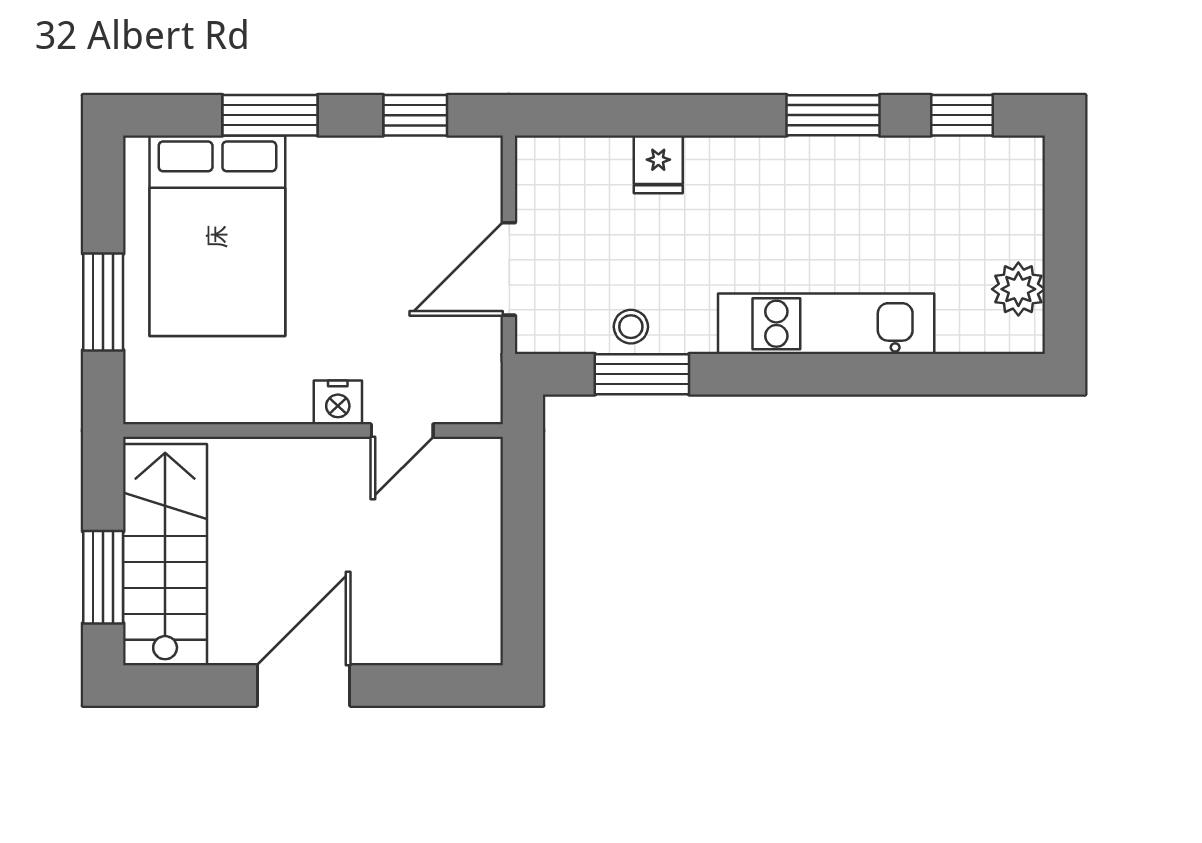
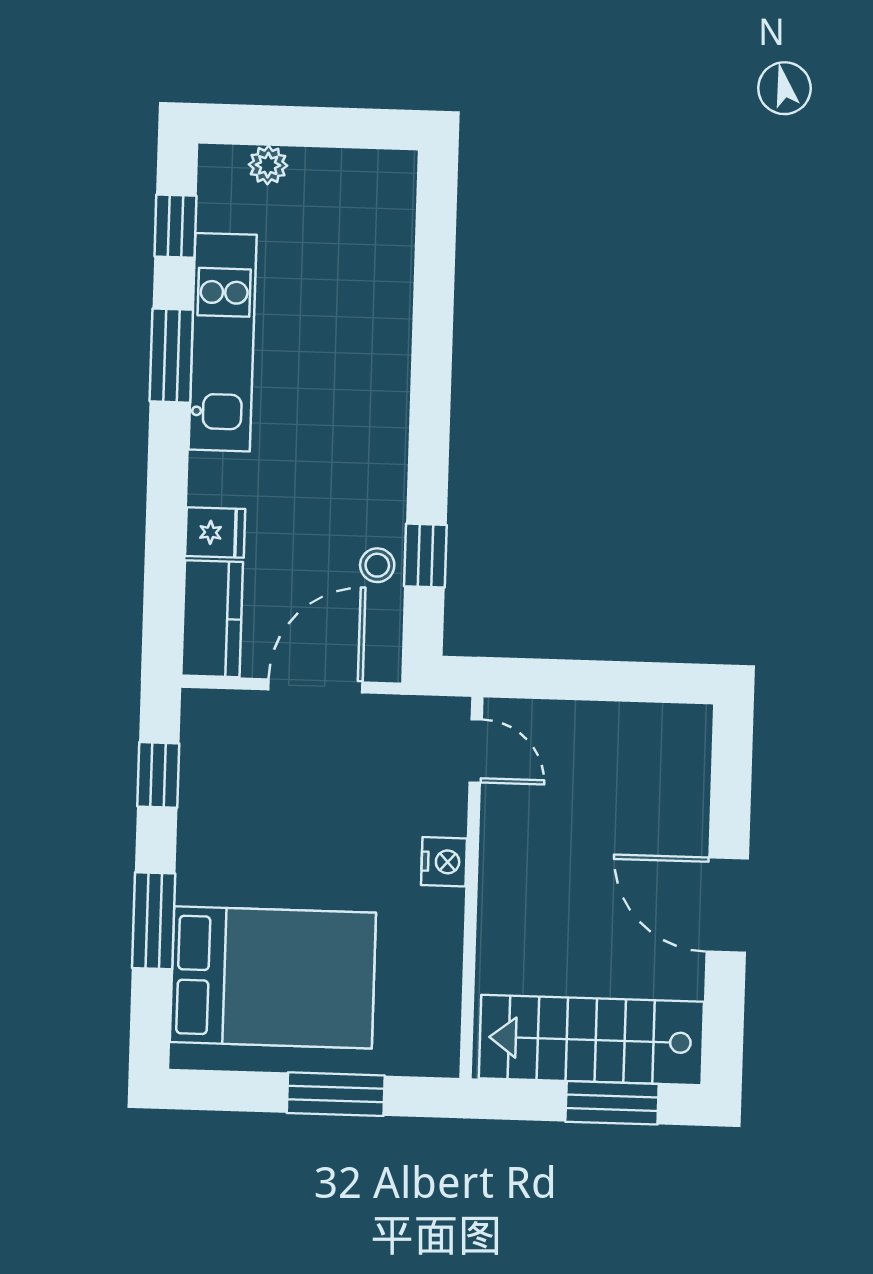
kitchen counter: (572, 164) -> (212, 619), added
door: (509, 269) -> (315, 686), swing flipped
plant: (1018, 289) -> (268, 165), moved, width x0.73, depth x0.73
kitchen unit: (826, 324) -> (223, 342), moved, turned 180
window: (642, 374) -> (425, 556), width x0.67
door: (402, 430) -> (476, 751), moved

